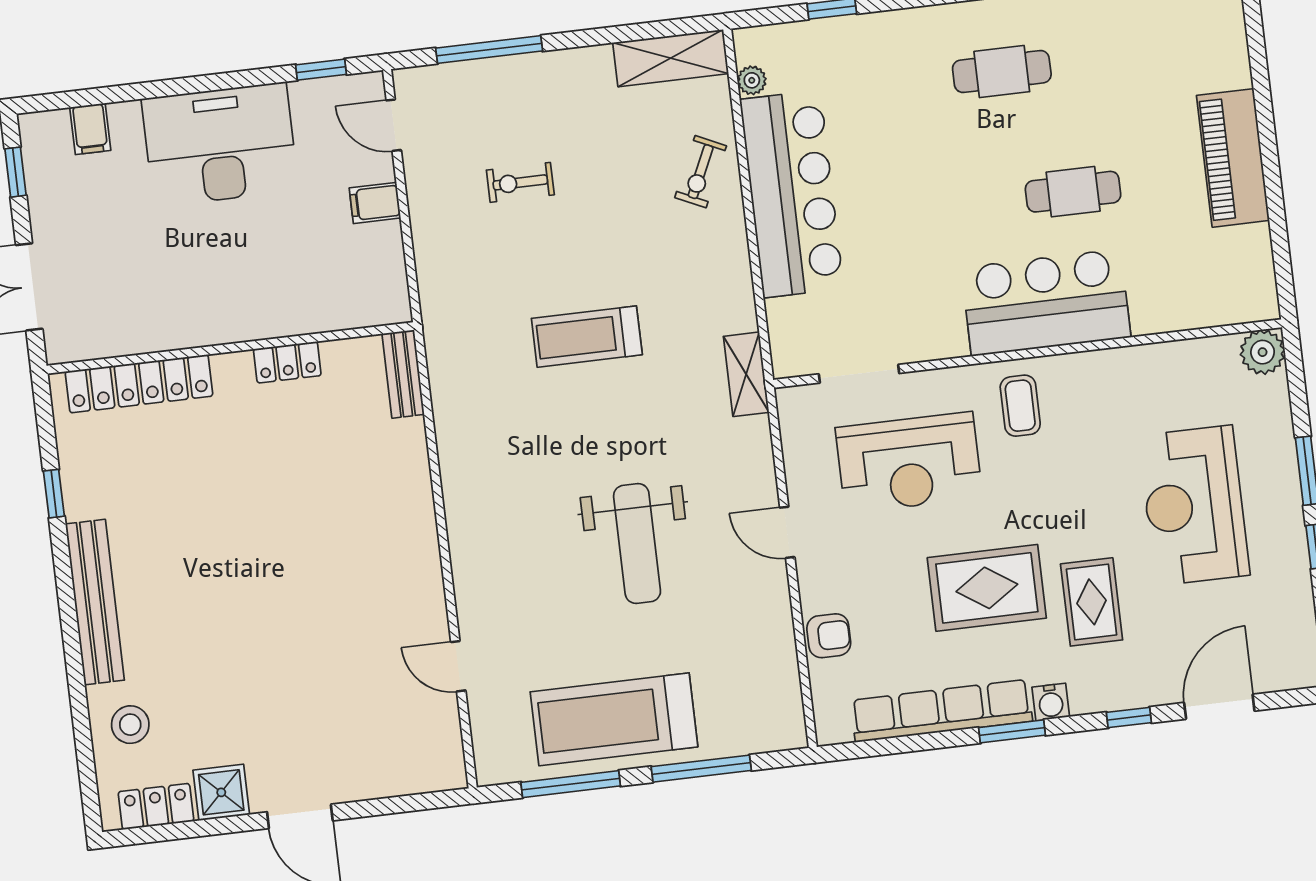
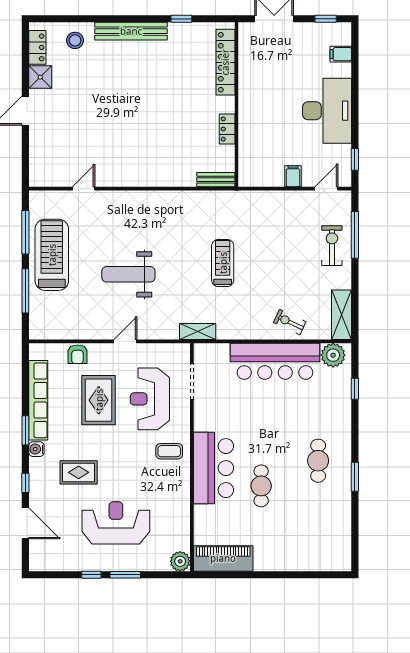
plant: (752, 80) -> (333, 355), width x1.88, depth x1.88
piano: (1233, 158) -> (223, 558), moved
exercise bike: (520, 182) -> (332, 246), moved, width x1.38, depth x1.39
rug: (987, 588) -> (99, 400), moved

